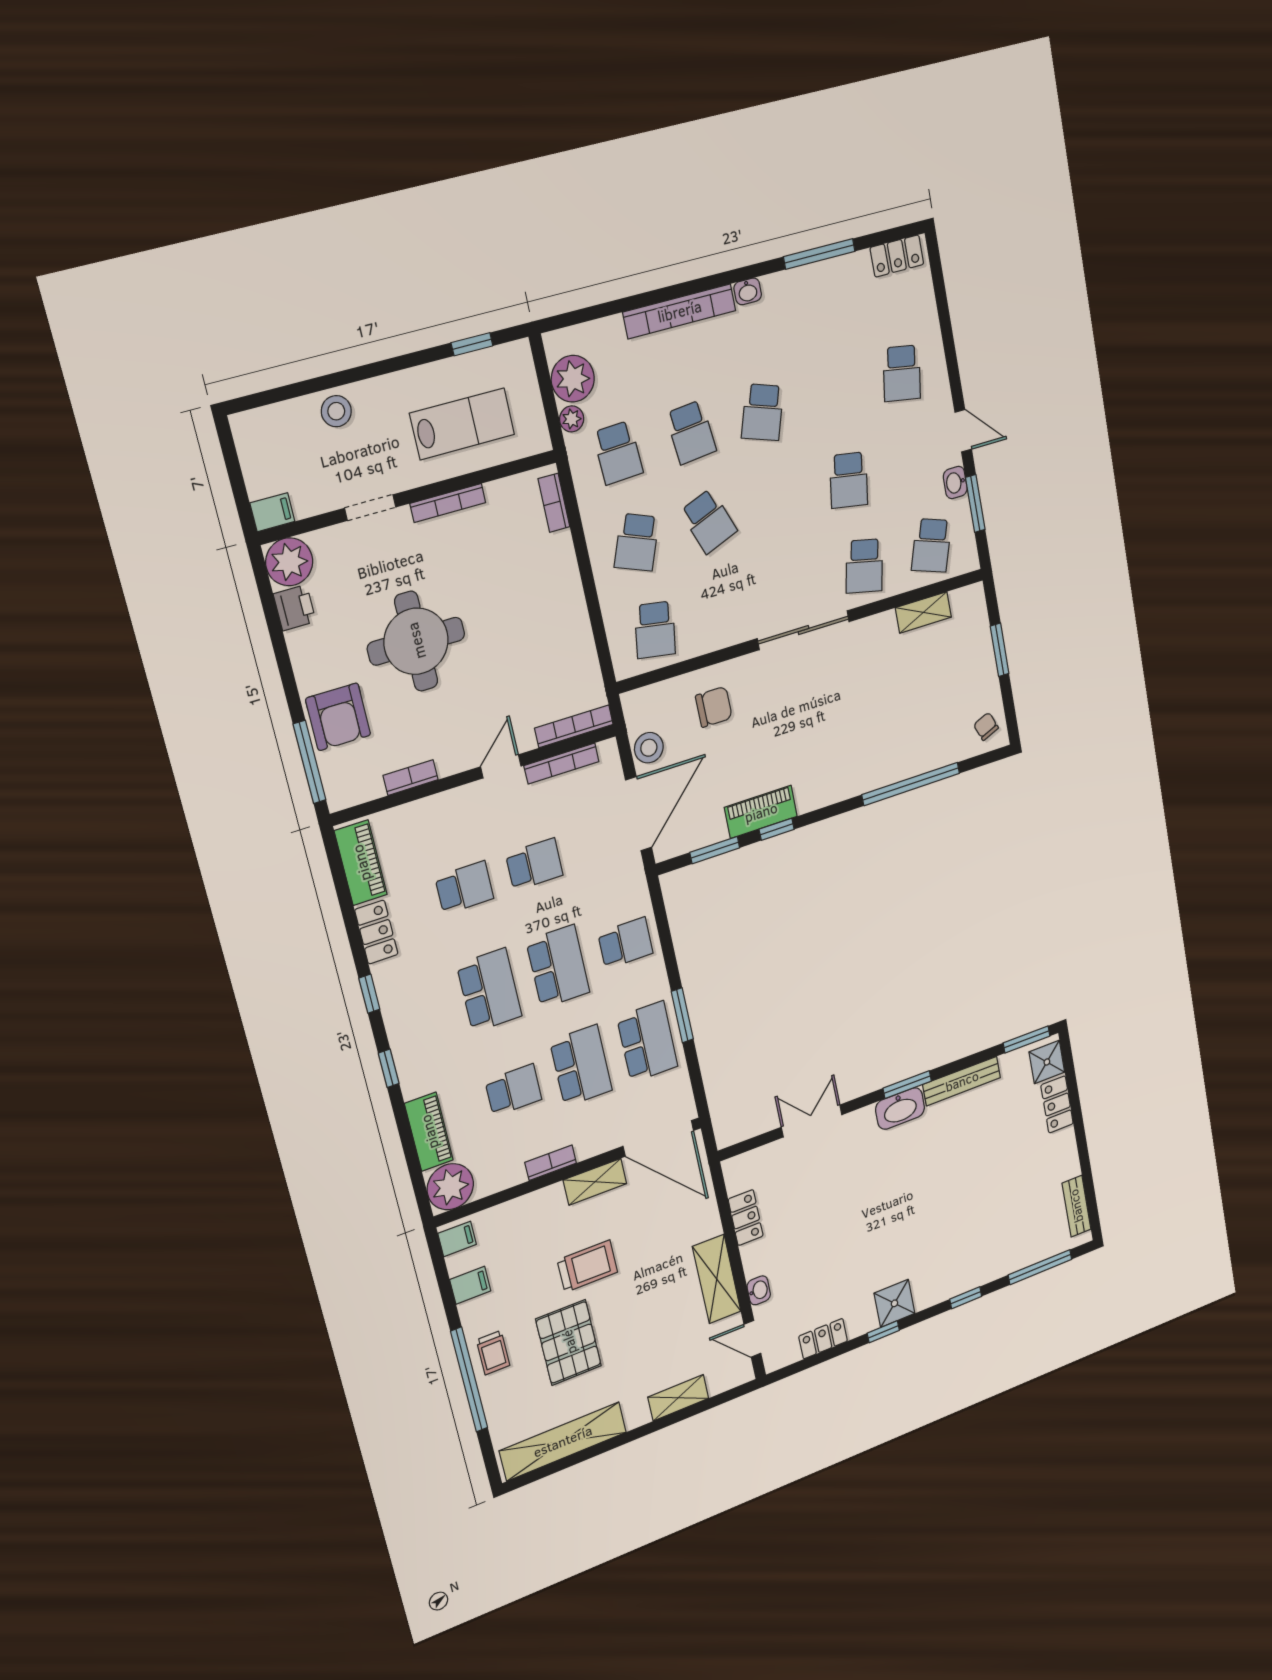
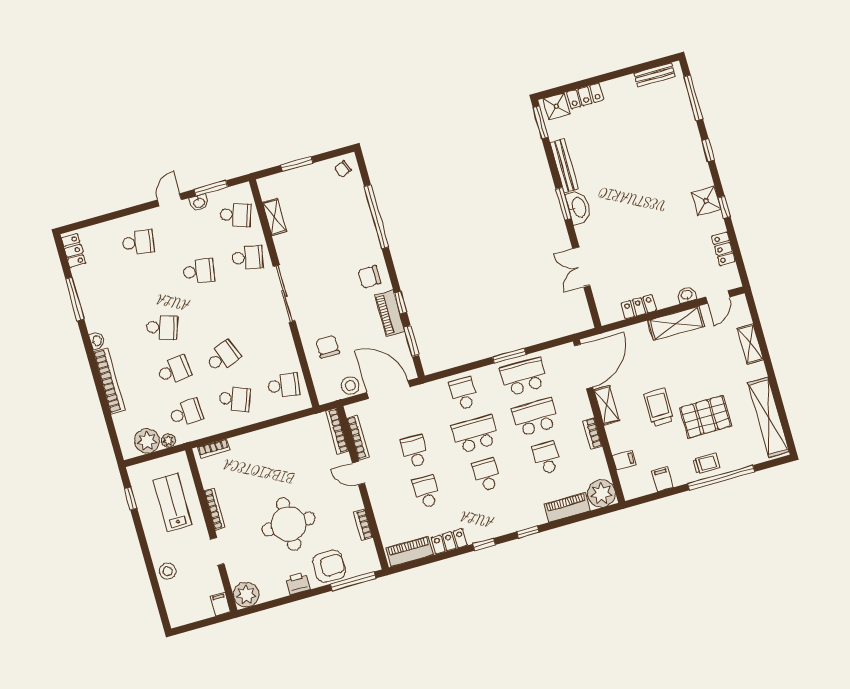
printer: (295, 608) -> (298, 583), moved
chair: (820, 775) -> (369, 277), added
school desk: (489, 990) -> (486, 475), width x0.54
filing cabinet: (457, 1239) -> (624, 460), moved, turned 90

